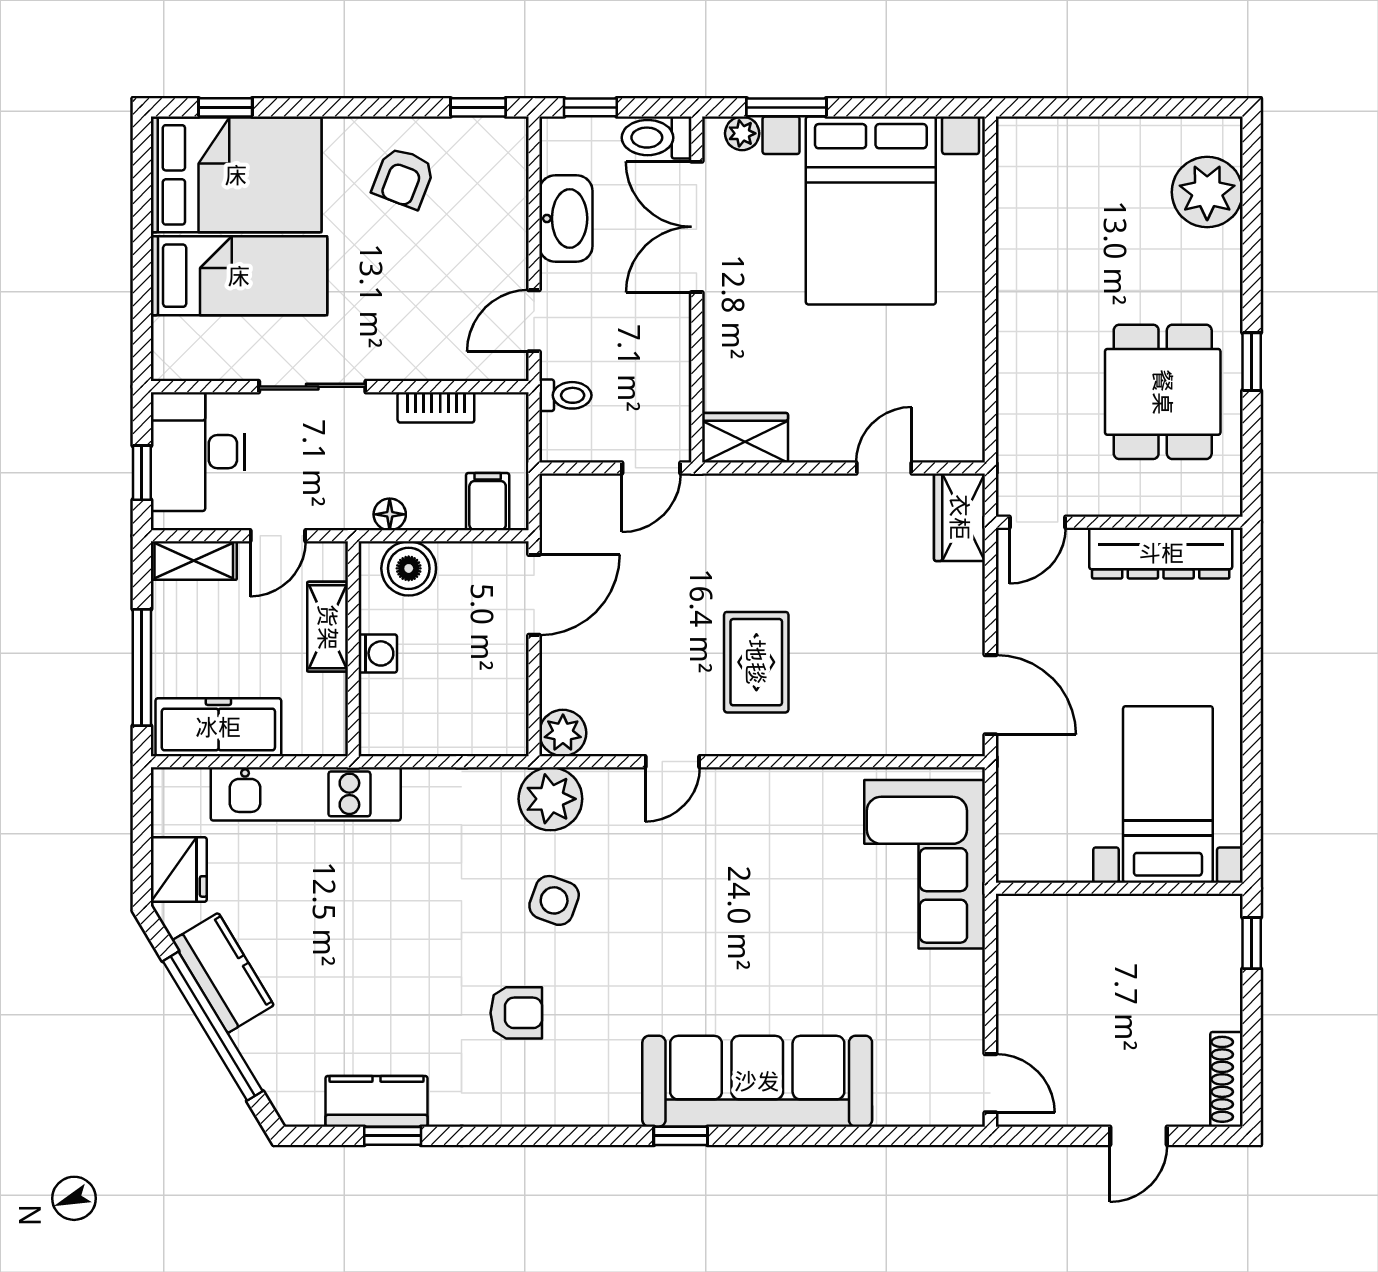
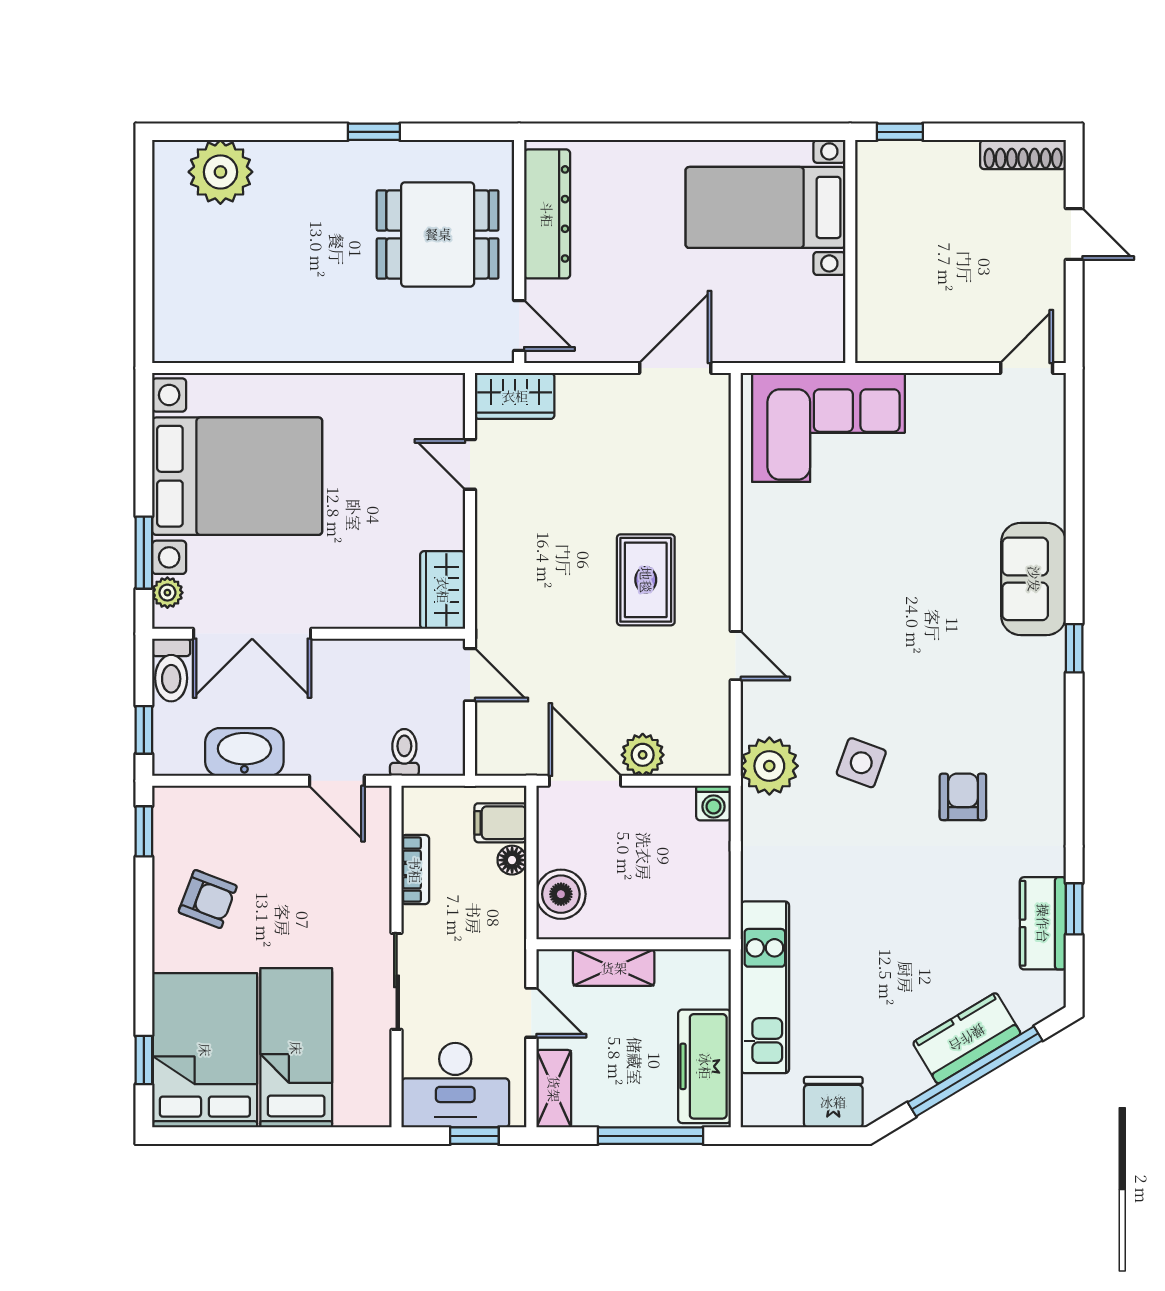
dining table: (1163, 392) -> (438, 234), moved
floor lamp: (390, 514) -> (512, 860), moved
washing machine: (378, 653) -> (714, 803), moved, turned 180
rug: (756, 662) -> (646, 580), turned 90
plant: (563, 733) -> (643, 755), moved
kitchen counter: (223, 973) -> (967, 1038), moved
sofa: (757, 1081) -> (1034, 579), width x0.54, depth x0.79

